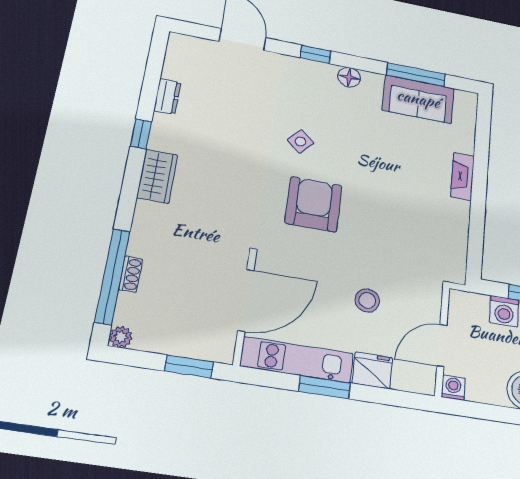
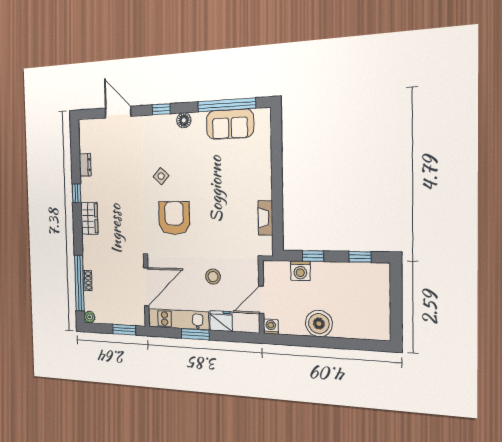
window: (416, 75) -> (226, 105), width x1.46
fireplace: (462, 176) -> (265, 218), moved

